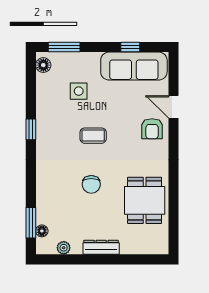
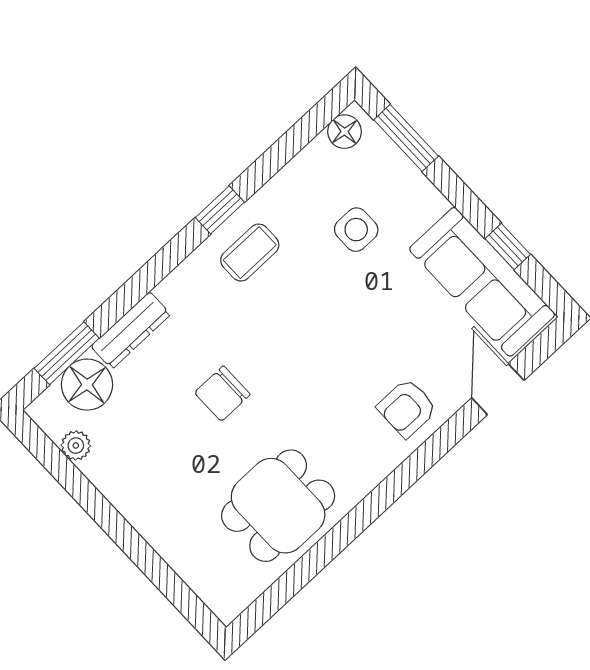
door: (174, 107) -> (498, 389), moved
coffee table: (93, 136) -> (250, 253), moved, turned 90
floor lamp: (42, 231) -> (87, 385), width x1.89, depth x1.89
dresser: (101, 247) -> (131, 330), moved, turned 90

